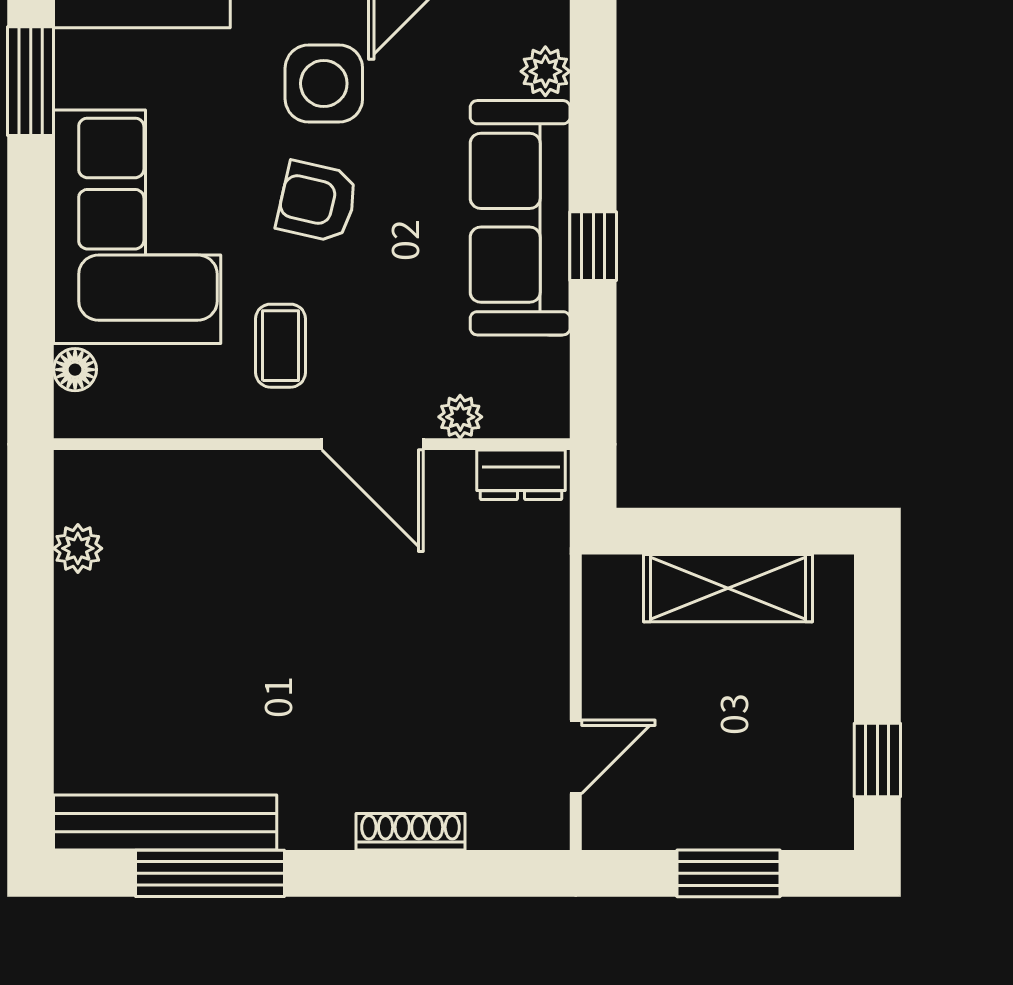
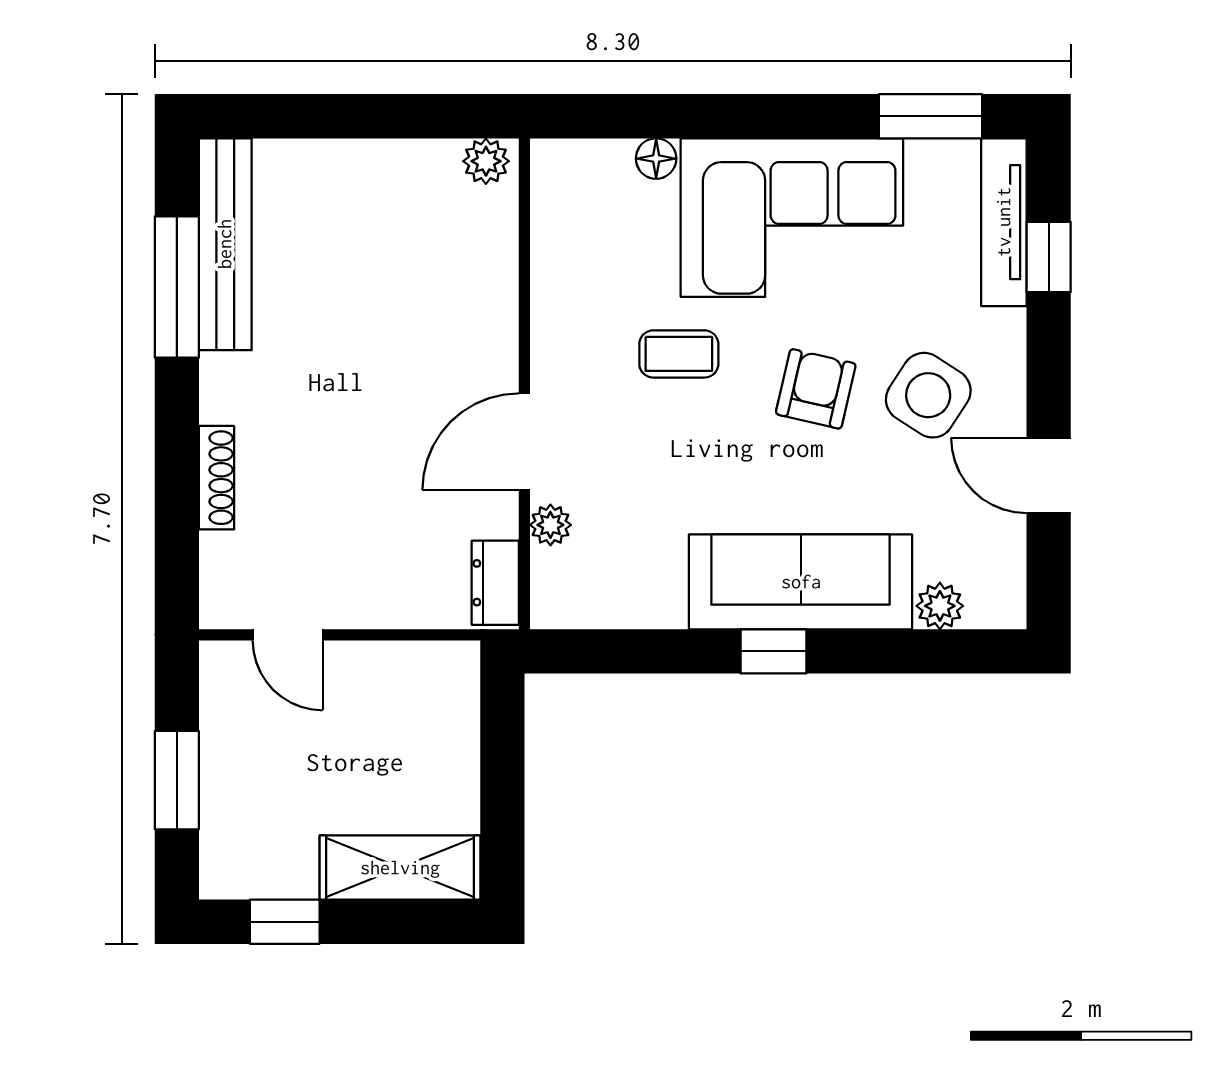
side table: (324, 83) -> (928, 395), turned 33
plant: (460, 417) -> (550, 525), moved
wall: (312, 444) -> (524, 384), moved
door: (373, 444) -> (524, 442), moved
dresser: (521, 475) -> (495, 583), moved
shelving: (728, 588) -> (400, 868), moved, turned 90

